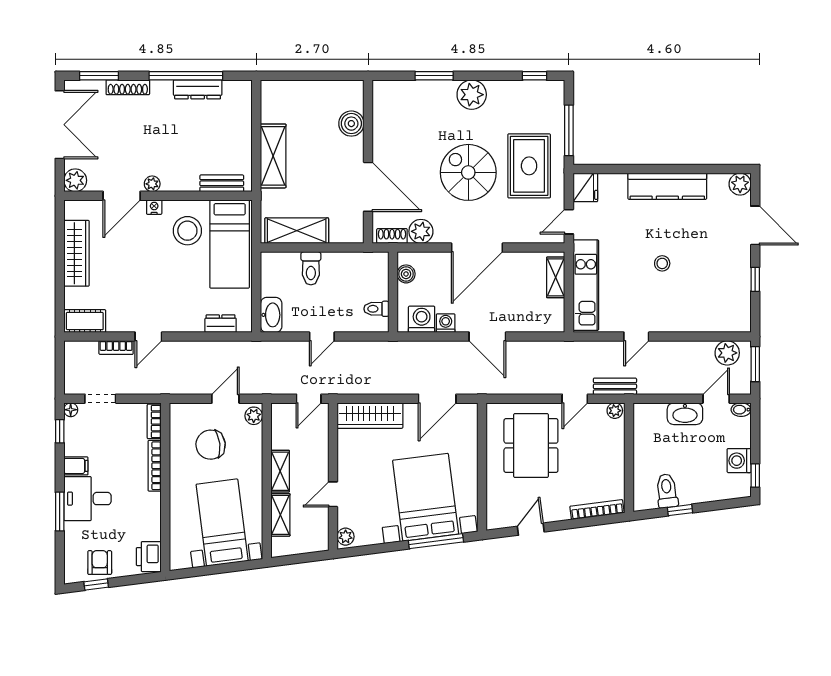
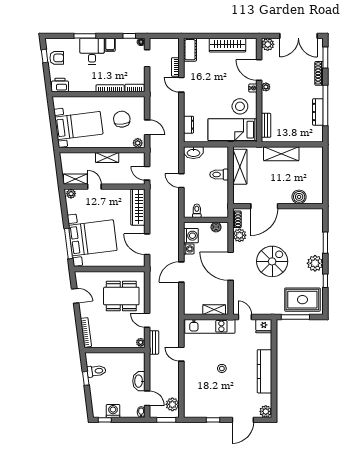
window: (535, 76) -> (325, 281), moved
rug: (529, 166) -> (302, 300), moved
shelving: (280, 515) -> (75, 179), moved

